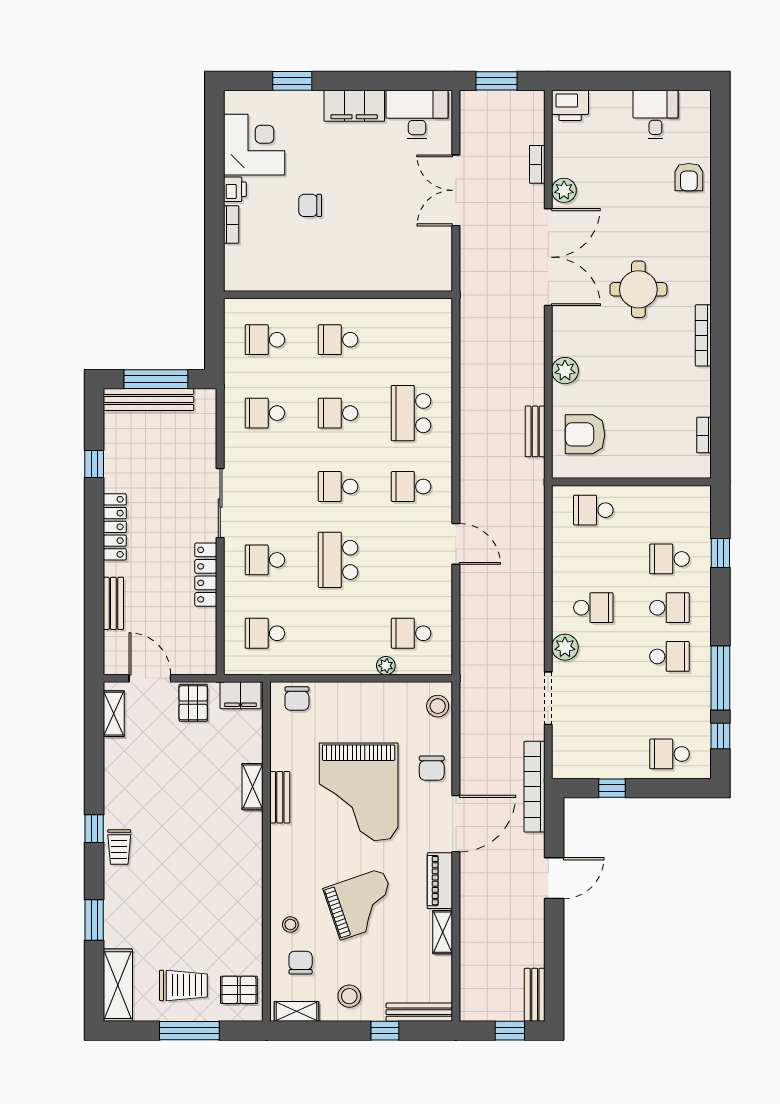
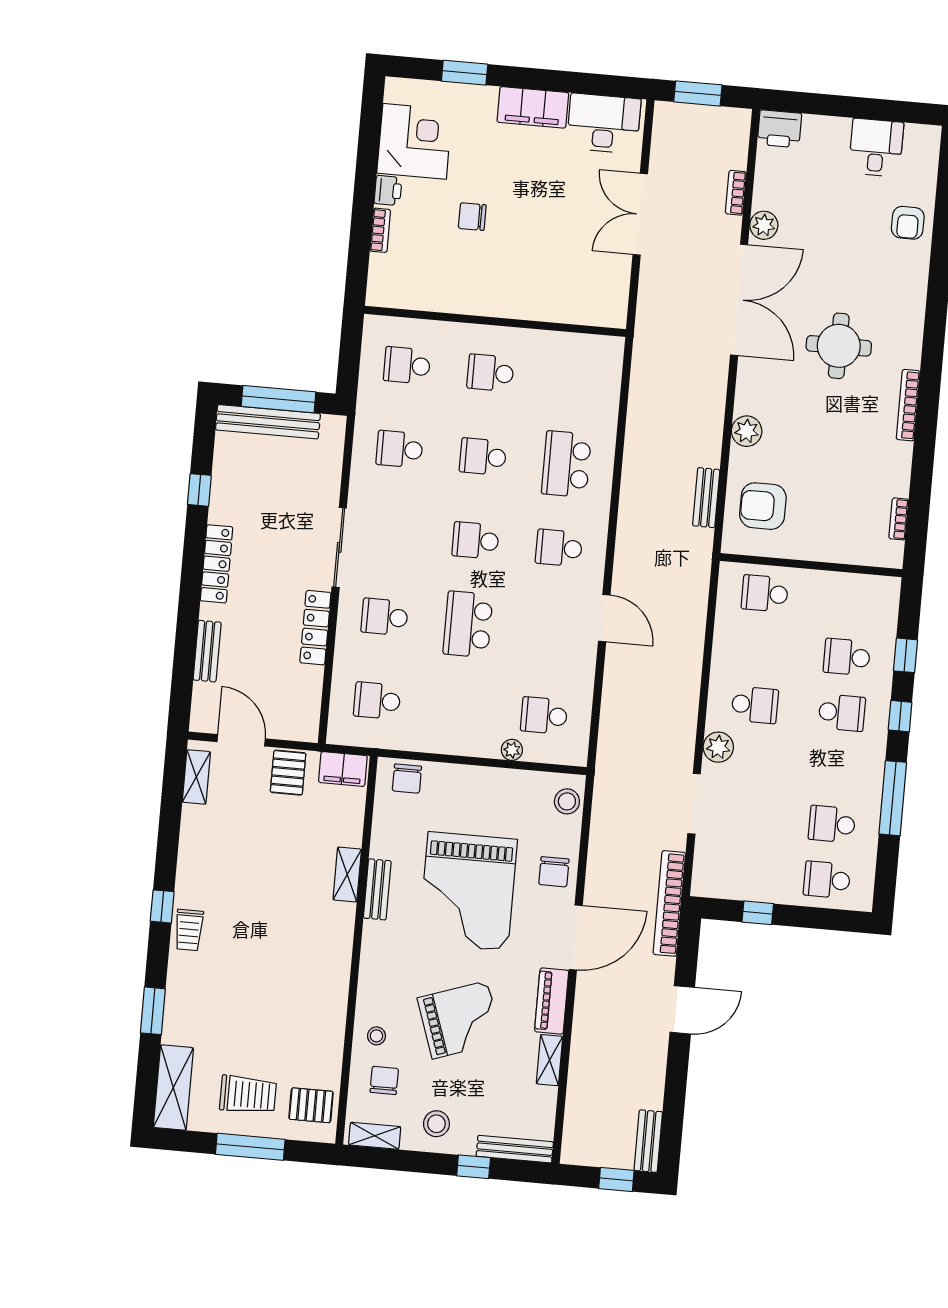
school desk: (670, 656) -> (832, 824), moved, turned 180
window: (720, 736) -> (900, 716), moved

